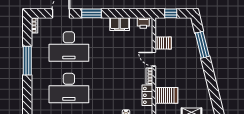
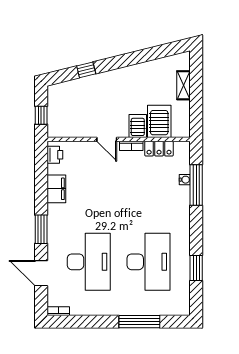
server rack: (163, 43) -> (138, 126), moved
window: (202, 45) -> (86, 70), width x0.46
door: (154, 59) -> (107, 139), hinge flipped
window: (27, 61) -> (139, 322), moved

